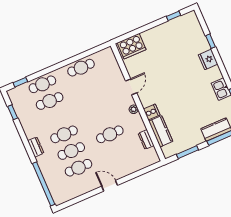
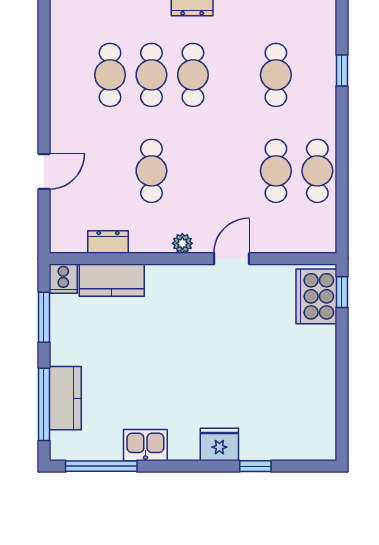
window: (174, 16) -> (342, 292), moved
window: (20, 82) -> (342, 70), moved
cafe table: (42, 84) -> (276, 171), moved
door: (131, 87) -> (232, 259), swing flipped
cooker: (152, 112) -> (63, 279), moved
door: (110, 186) -> (44, 171), moved

